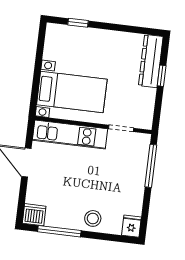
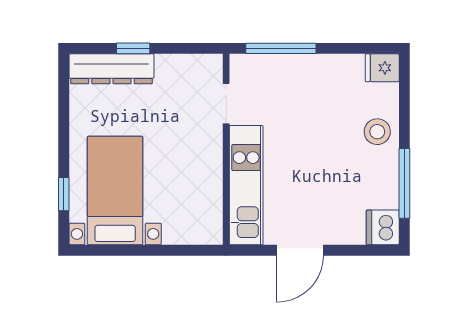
bed with nightstands: (72, 92) -> (115, 190), moved

